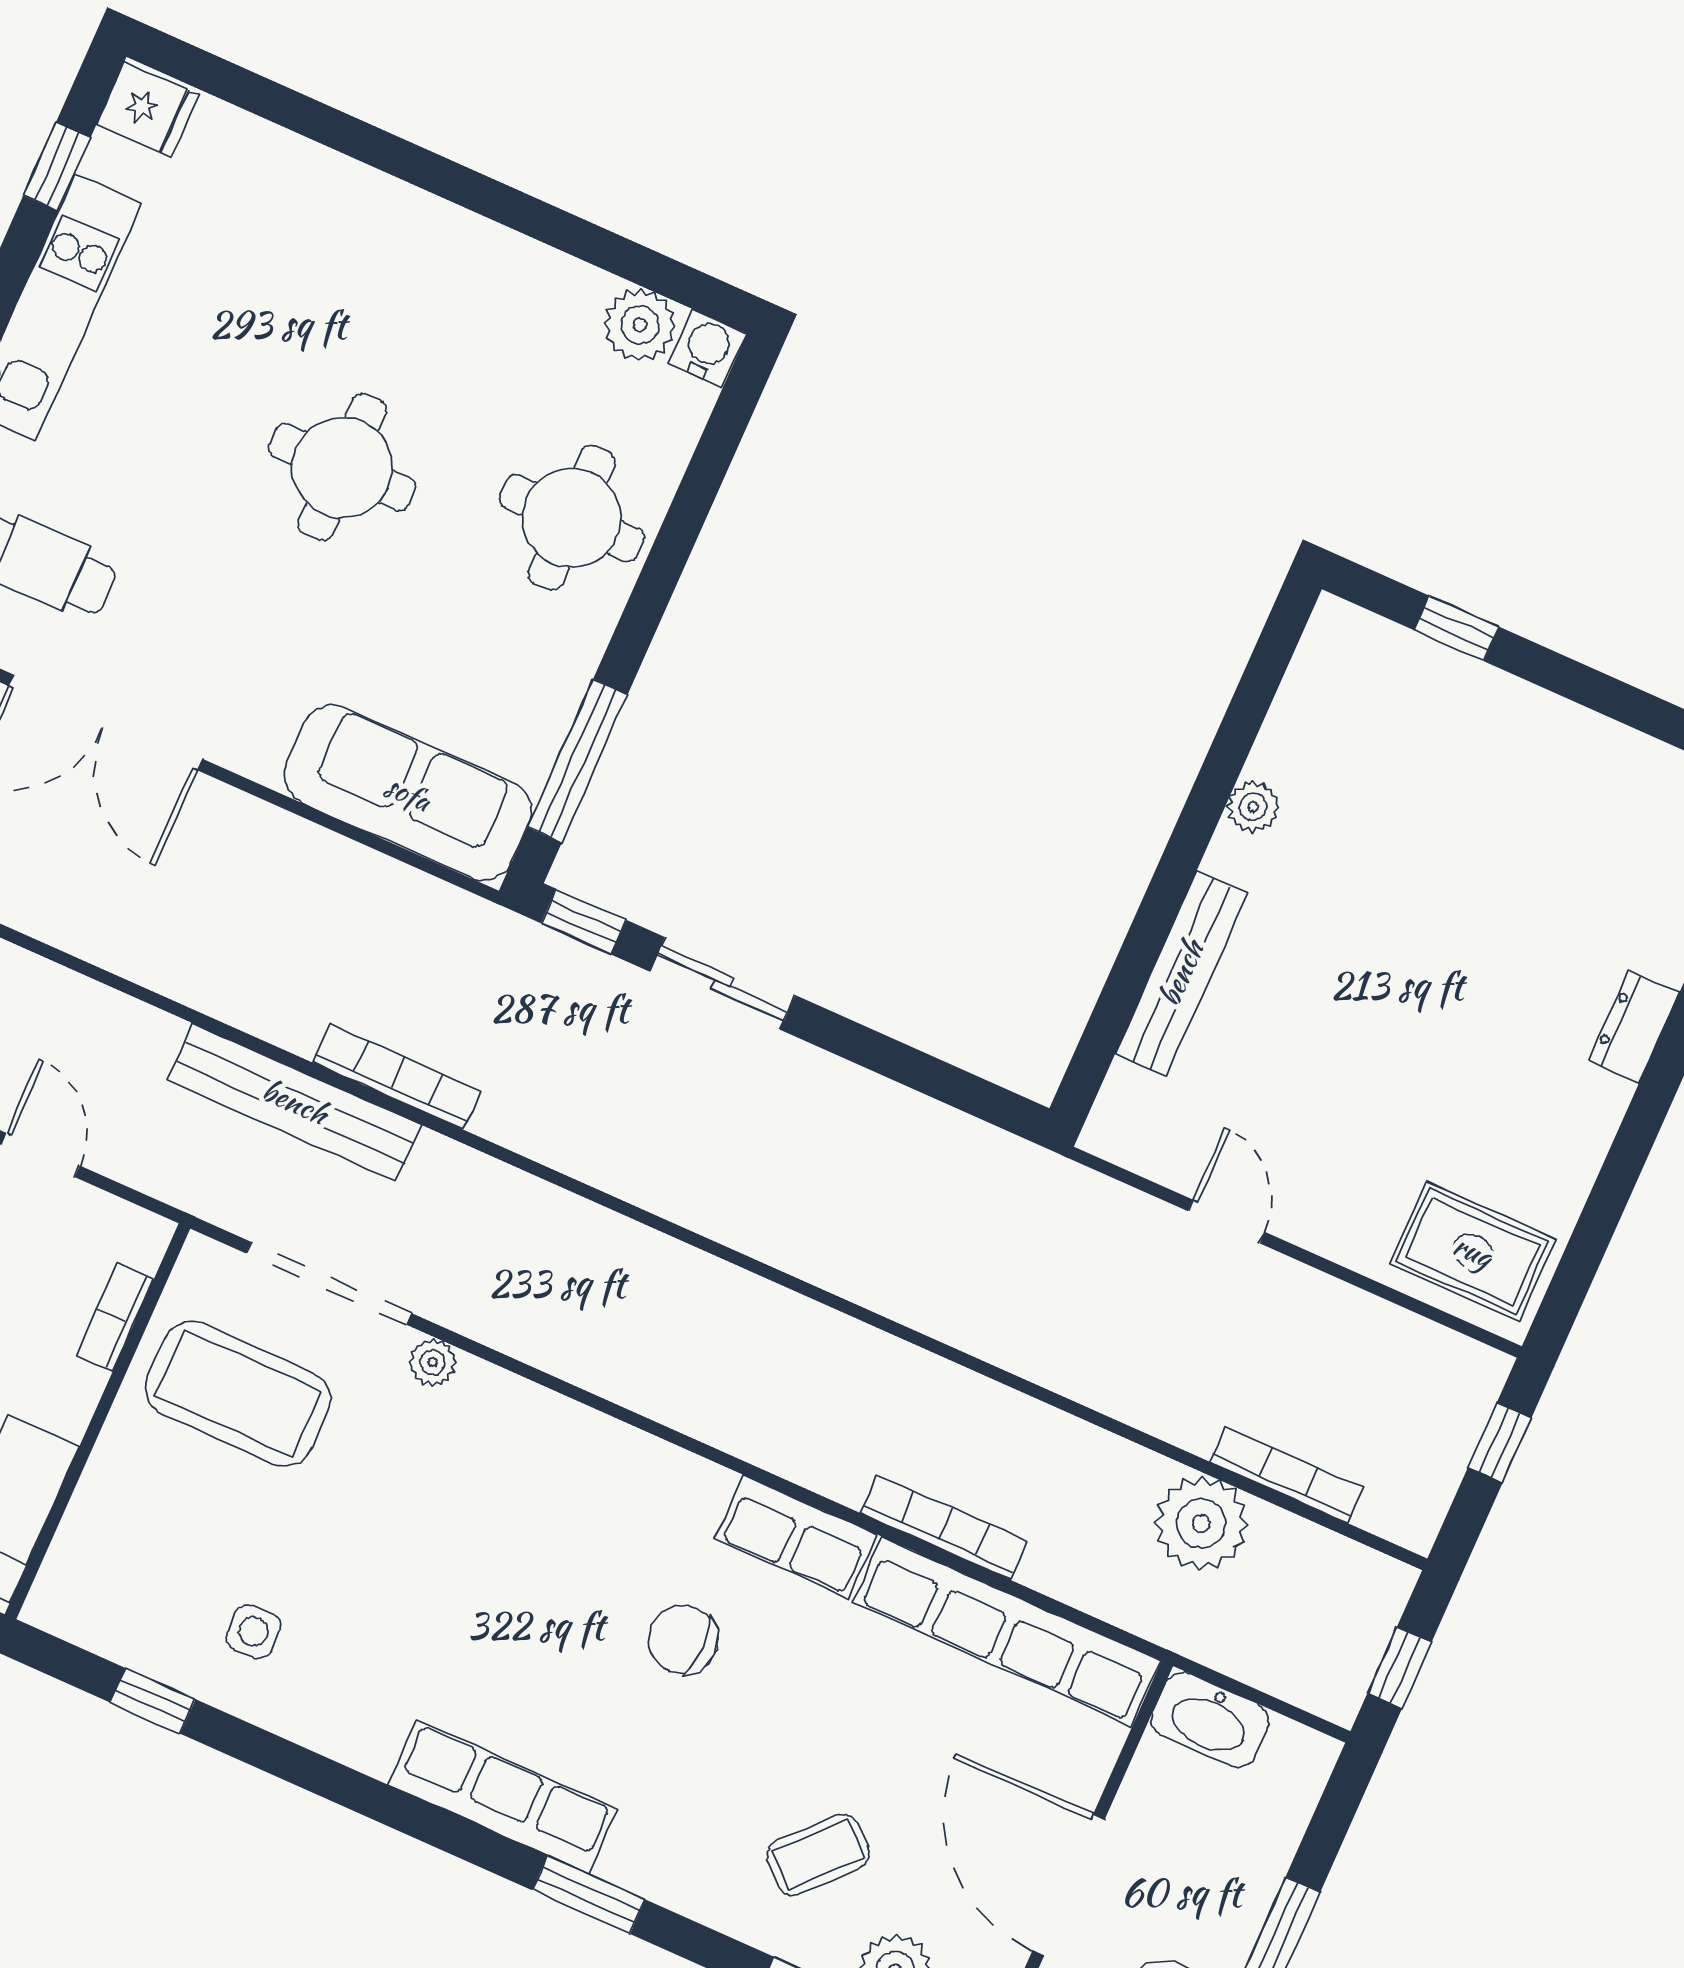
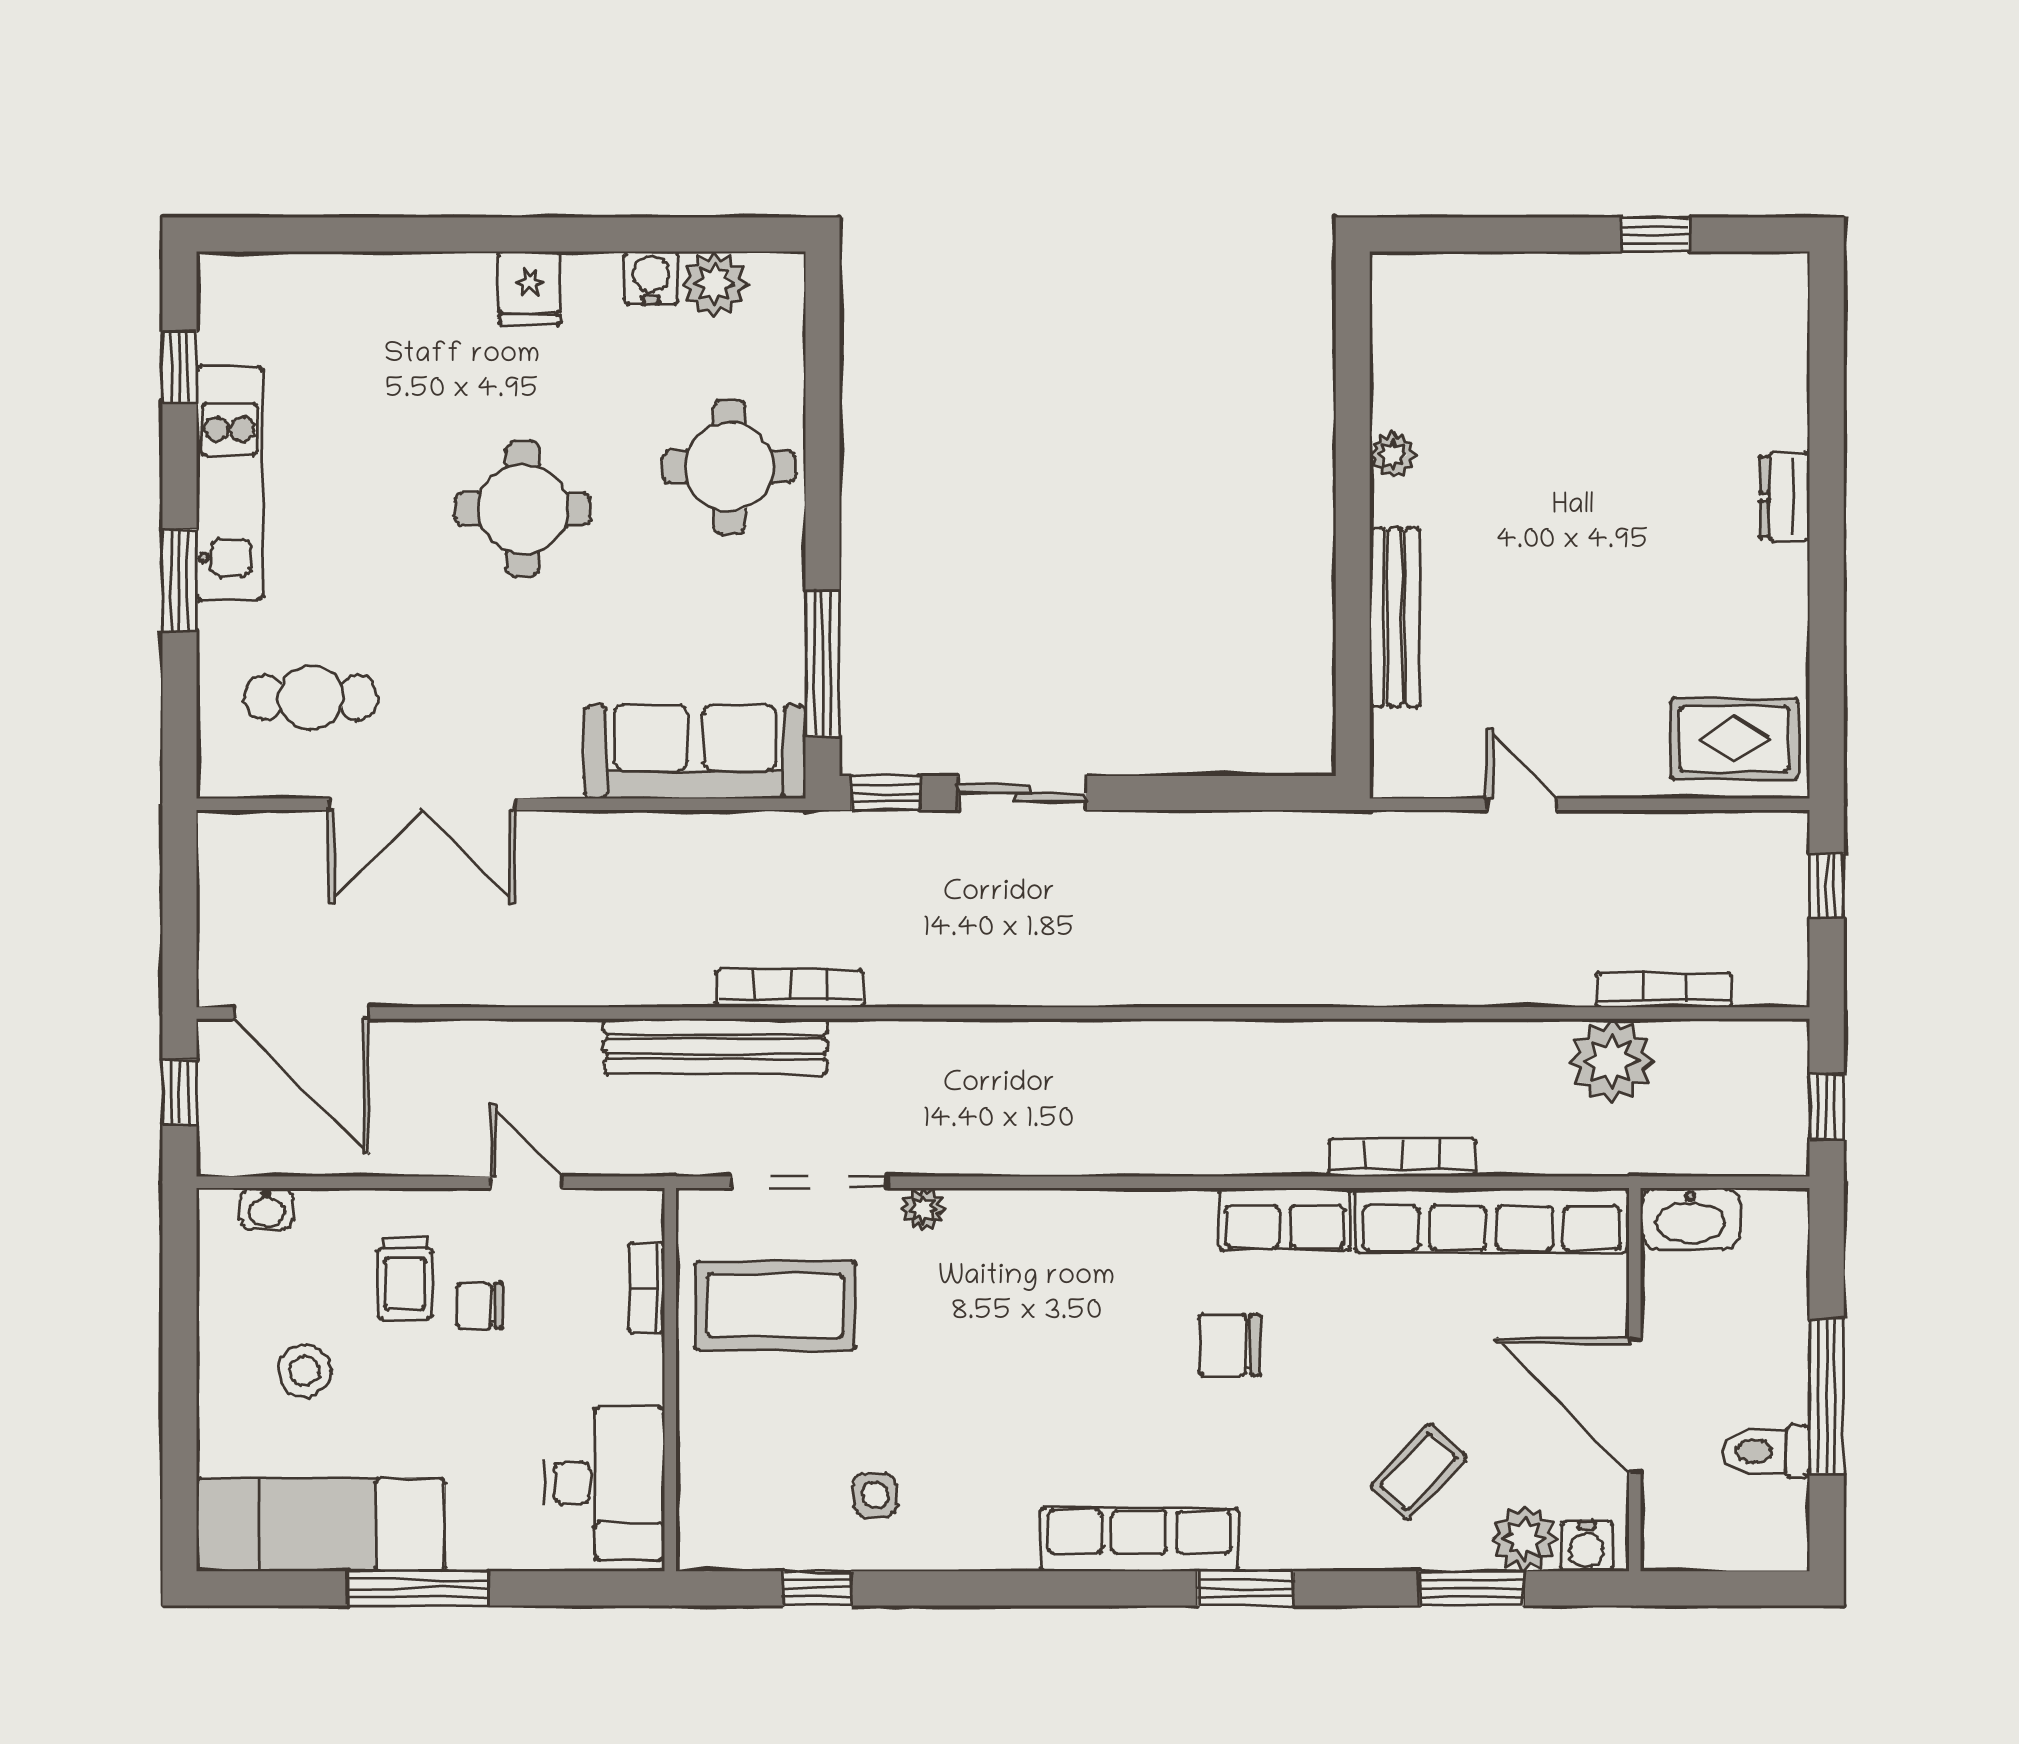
fridge: (148, 109) -> (529, 288), moved, turned 90
water cooler: (707, 348) -> (651, 278), moved
window: (1456, 628) -> (1655, 235), moved

